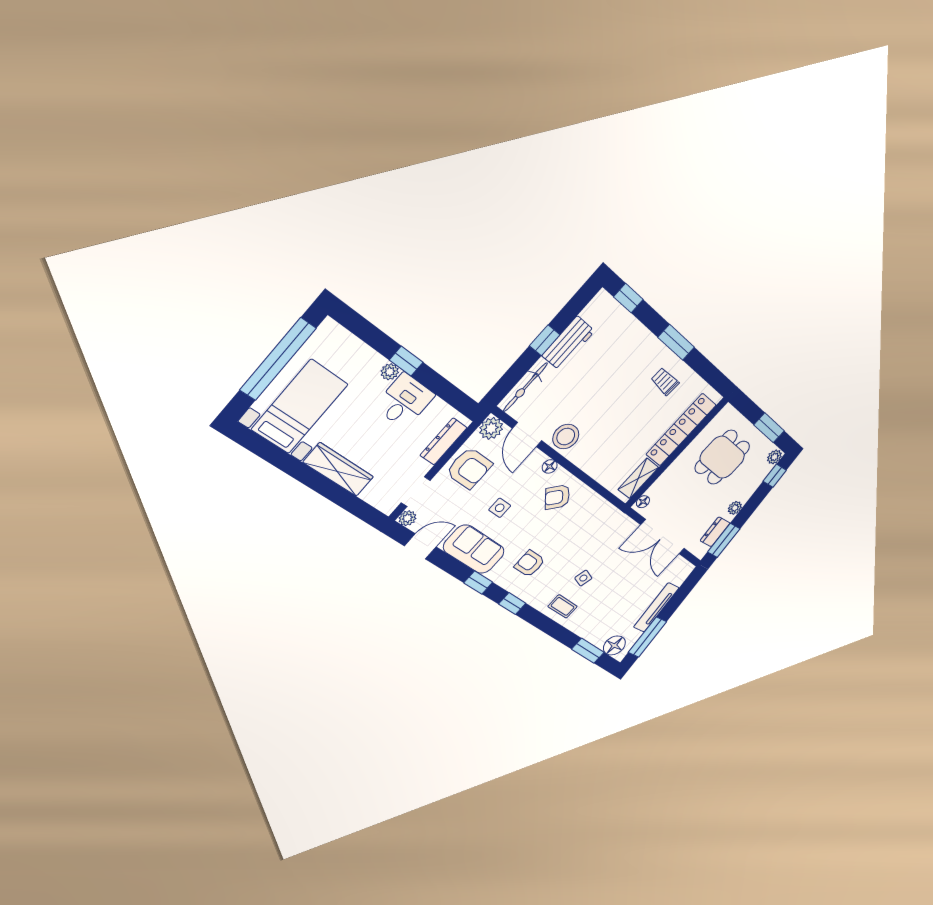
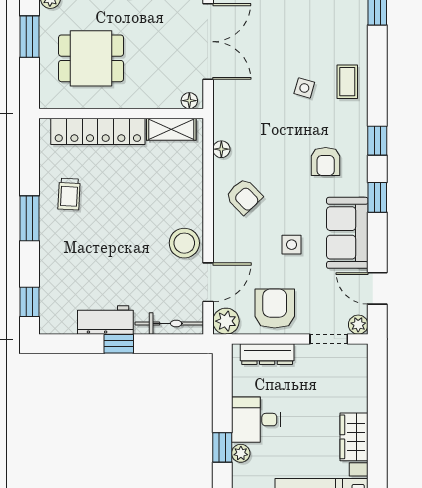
floor lamp: (550, 466) -> (221, 149), moved
wardrobe: (338, 470) -> (354, 437), width x0.67

